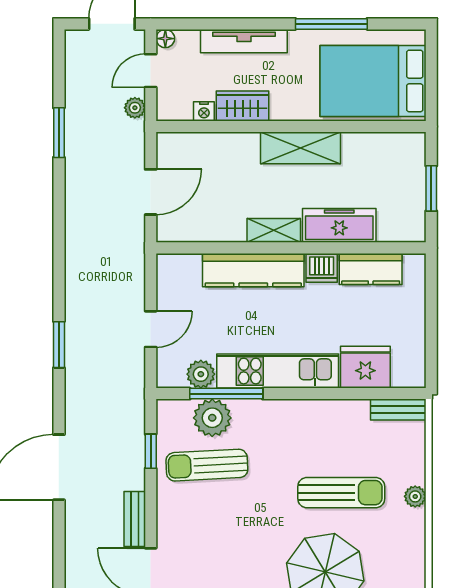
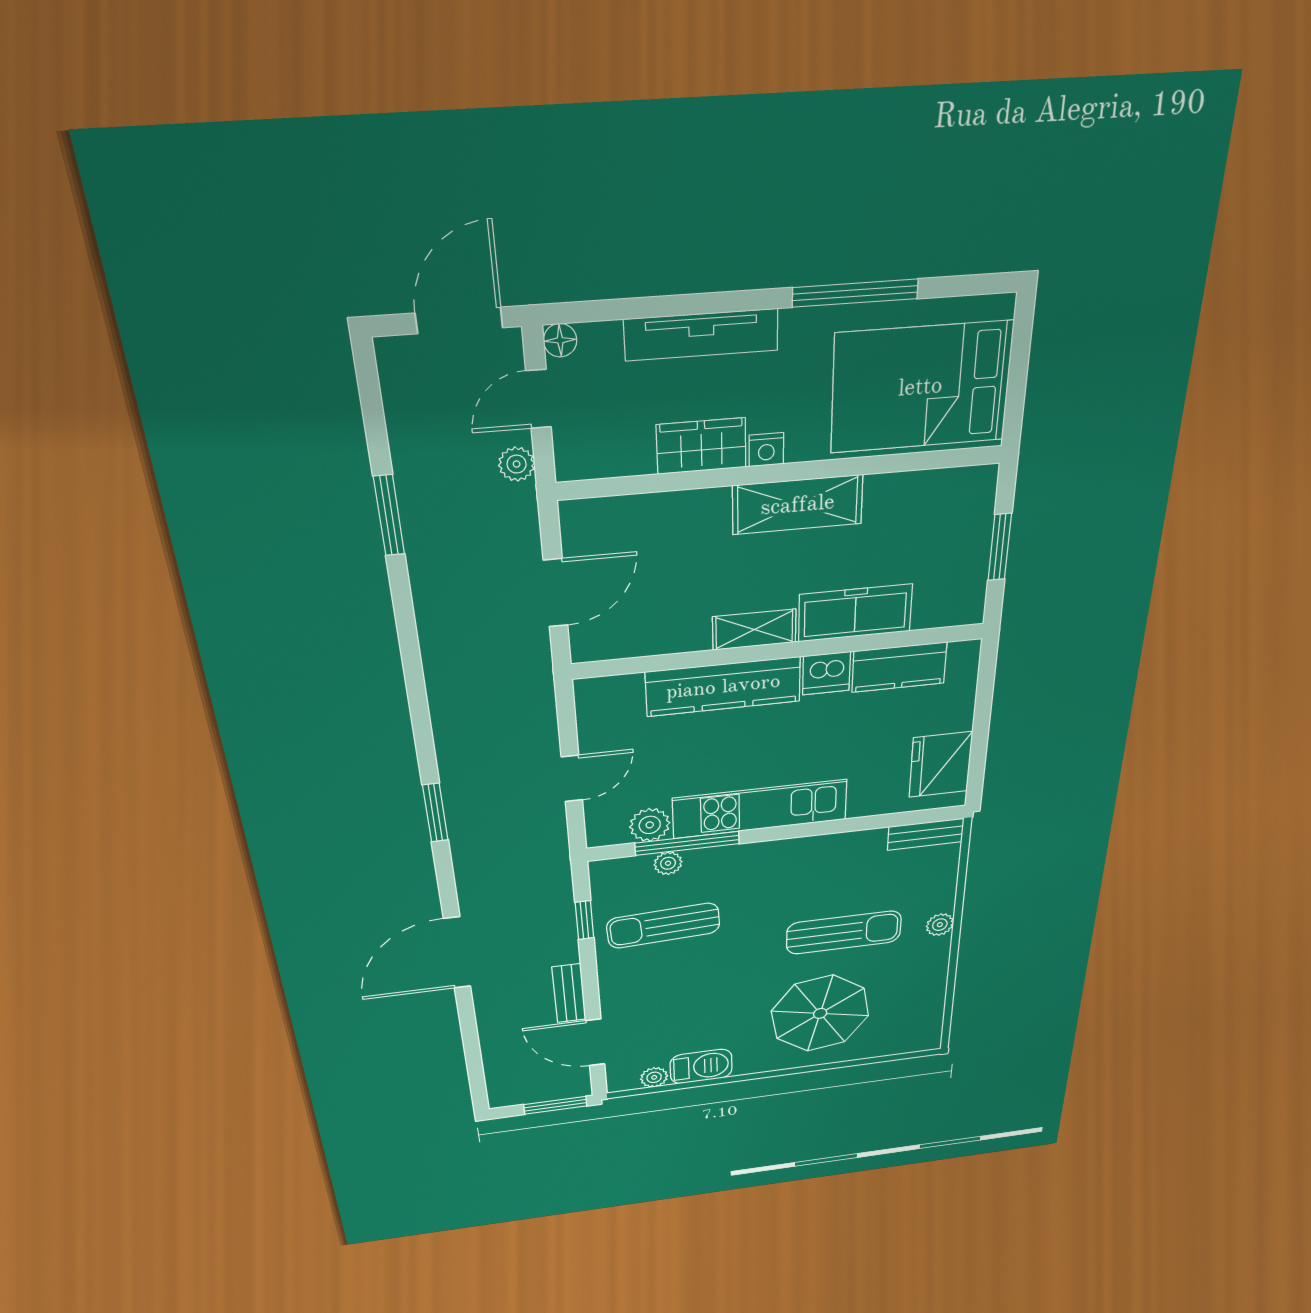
nightstand: (204, 111) -> (766, 450), moved
fridge: (365, 367) -> (941, 764), moved, turned -90
plant: (212, 418) -> (668, 863), width x0.53, depth x0.53

